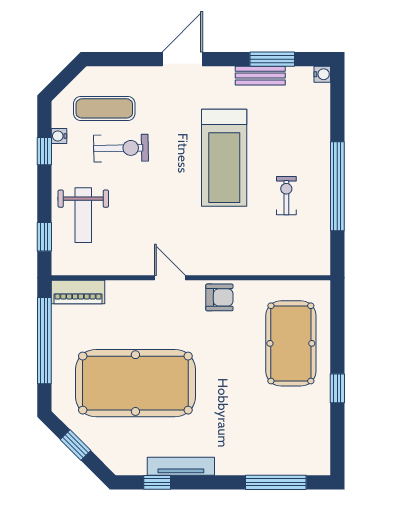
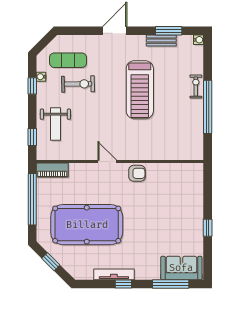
exercise bike: (286, 196) -> (196, 87), moved
pool table: (291, 343) -> (180, 201), removed
sofa: (294, 456) -> (181, 268), added
window: (157, 482) -> (123, 284), moved

